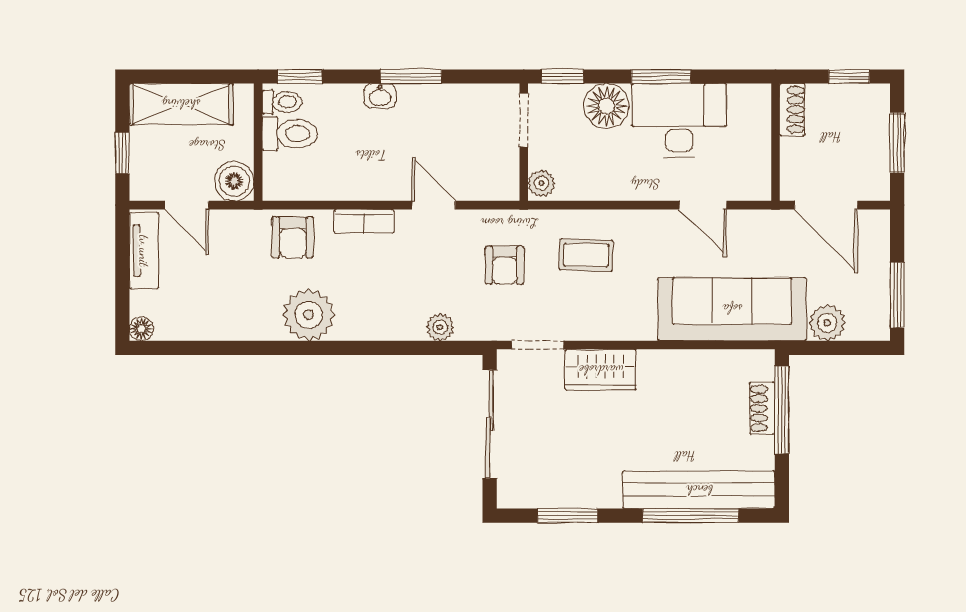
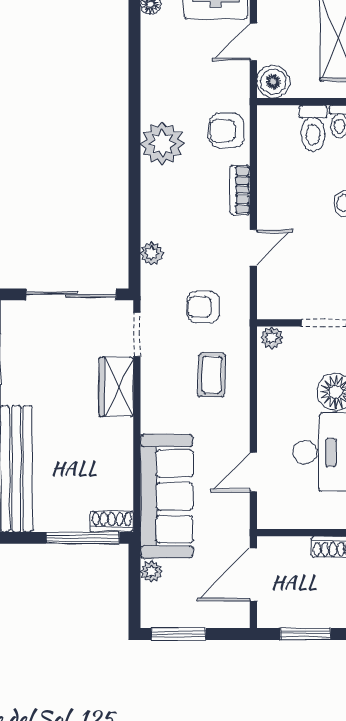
plant: (827, 323) -> (151, 572), width x0.73, depth x0.73
shoe rack: (762, 408) -> (112, 522), moved

